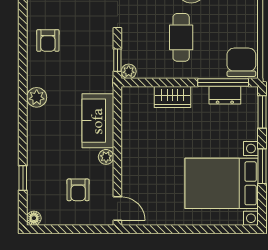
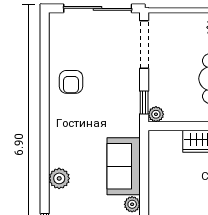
plant: (37, 97) -> (59, 178), moved

